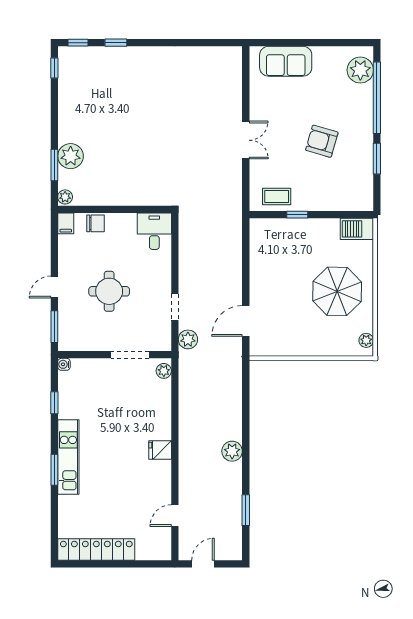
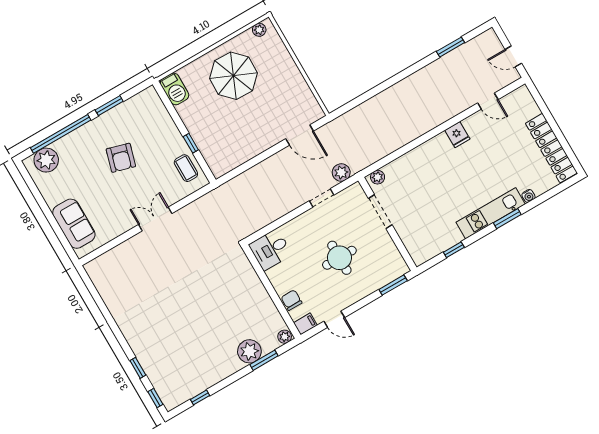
window: (54, 68) -> (200, 397), moved
door: (54, 287) -> (334, 319), moved
water cooler: (64, 364) -> (528, 196), moved
fridge: (160, 450) -> (457, 135), moved
plant: (232, 451) -> (410, 85), removed

